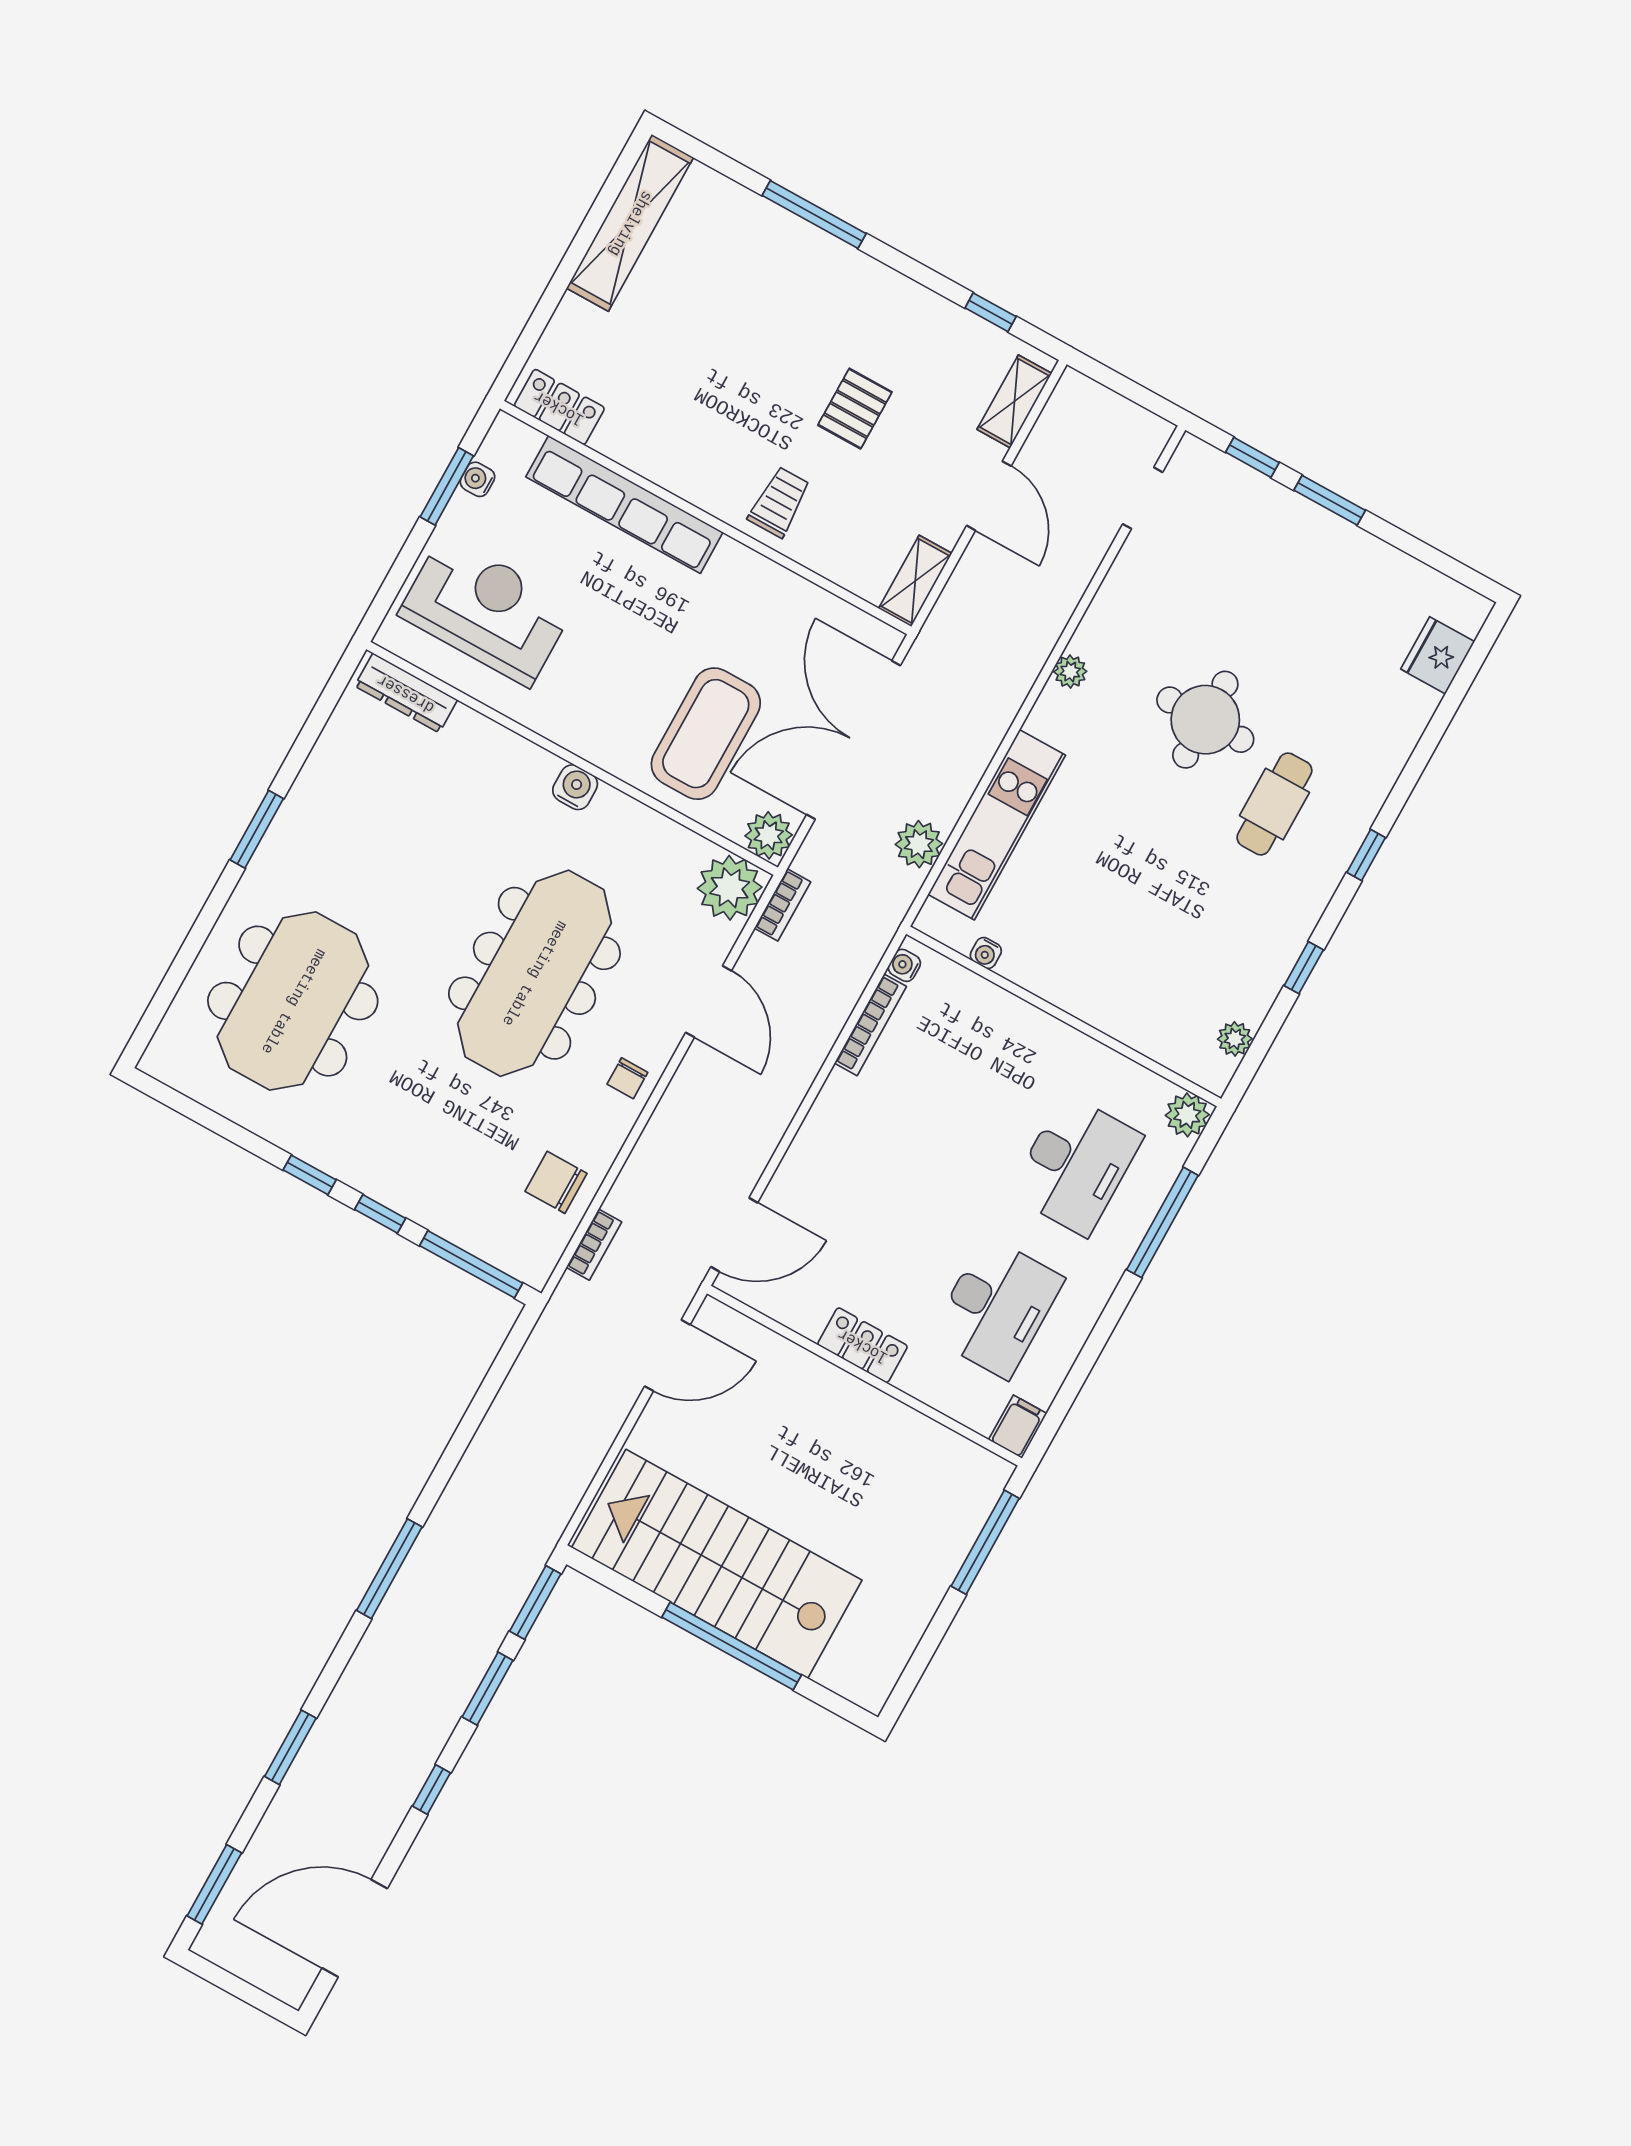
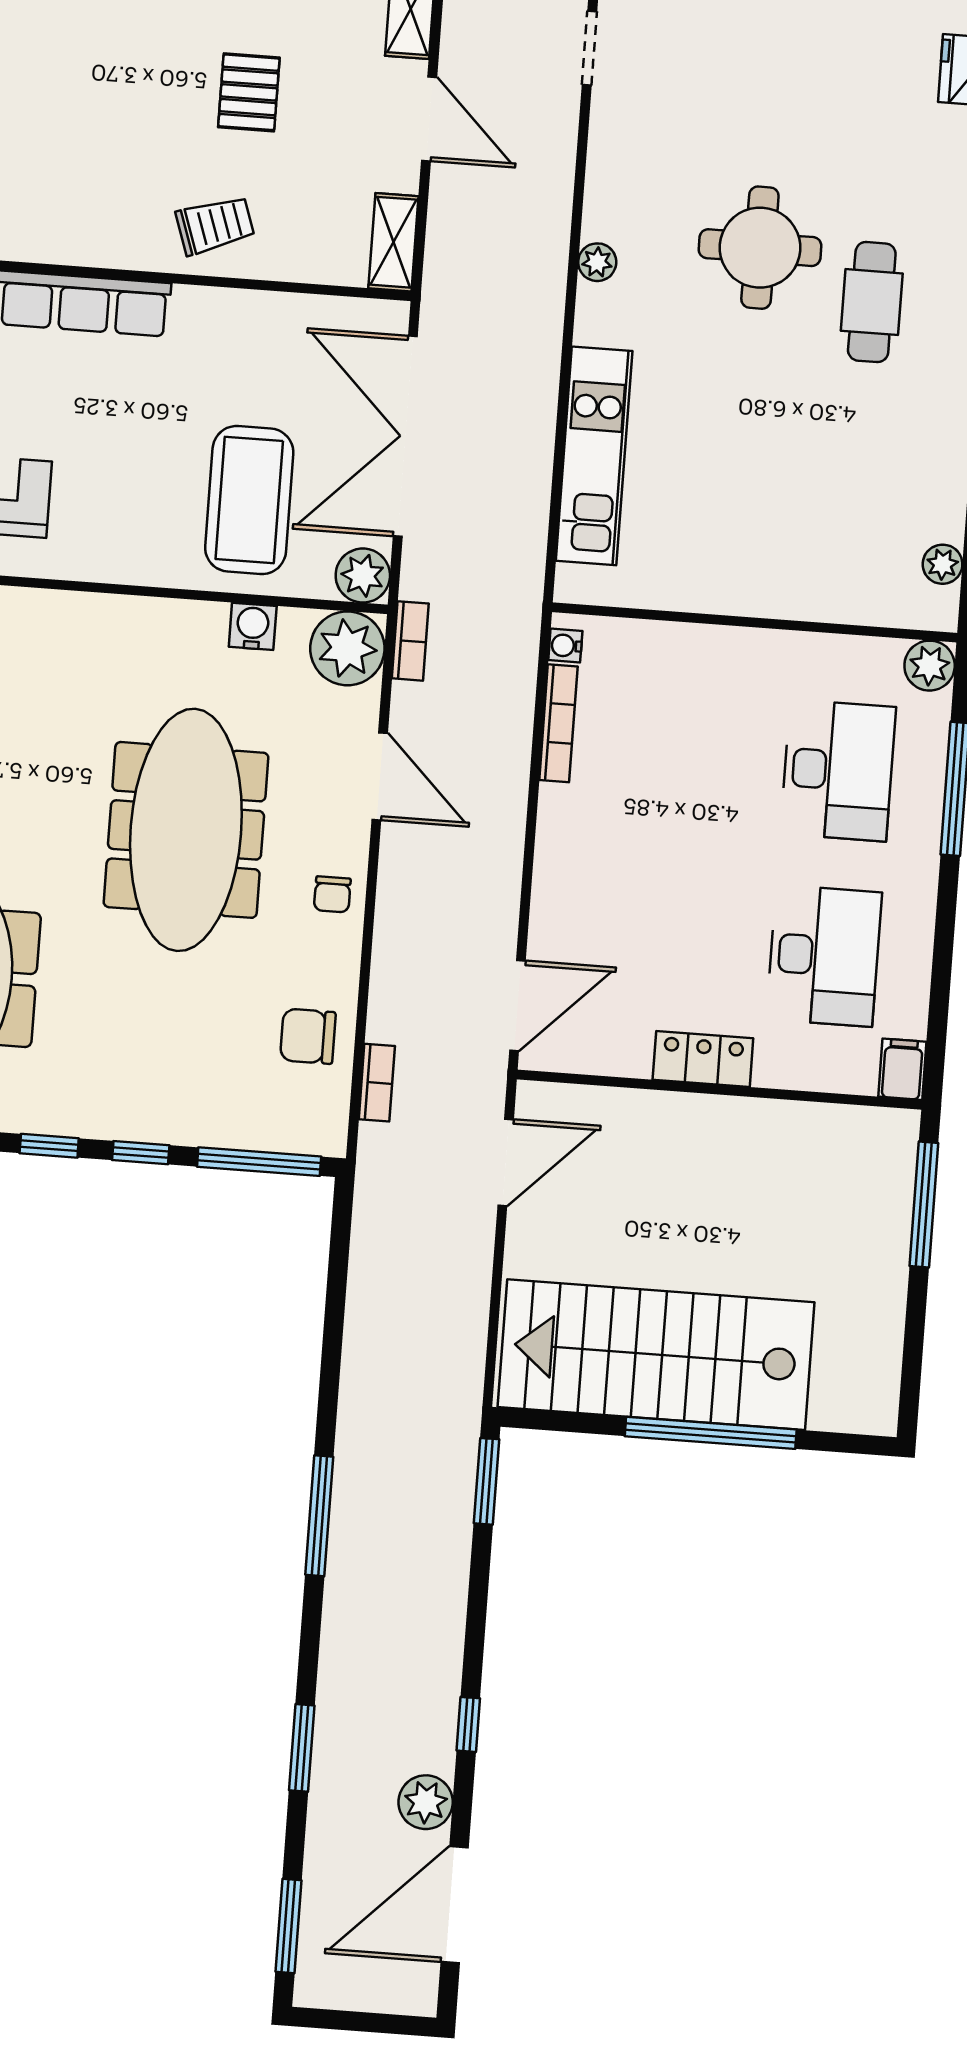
trolley: (779, 502) -> (215, 225), turned 71
water cooler: (575, 787) -> (253, 626), moved
plant: (919, 844) -> (426, 1802), moved
water cooler: (986, 953) -> (644, 594), removed
window: (488, 1689) -> (478, 1593), removed

